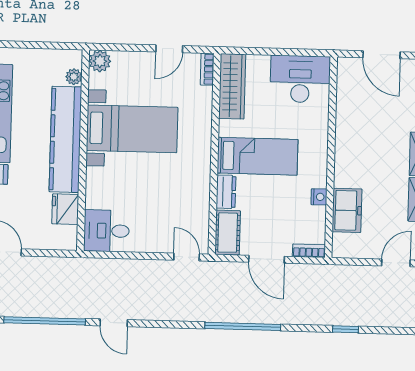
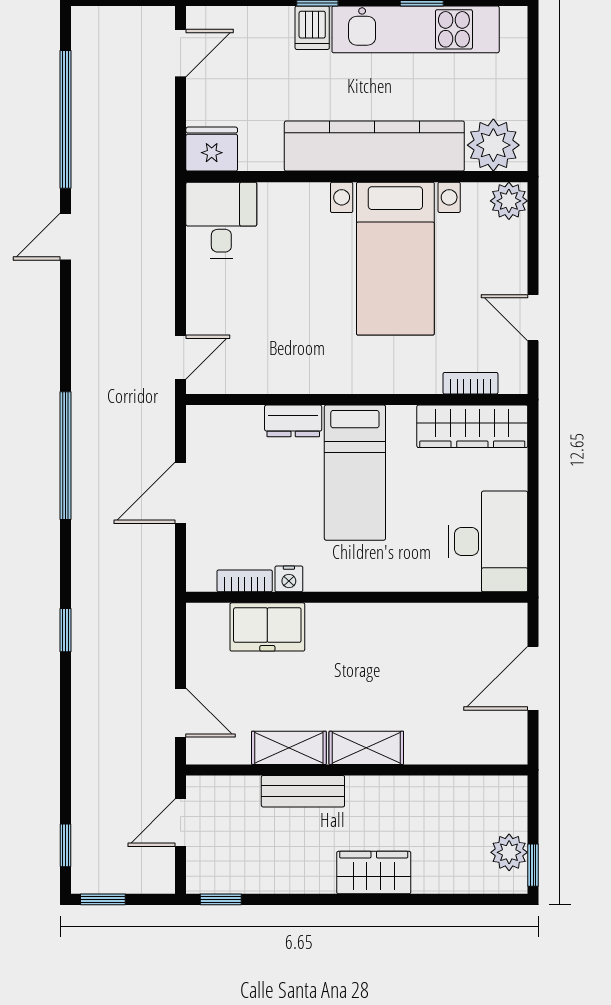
bookcase: (207, 69) -> (470, 383), moved
plant: (74, 77) -> (493, 145), width x1.88, depth x1.88
fridge: (65, 209) -> (212, 149), moved
cot: (228, 233) -> (224, 426), removed
bookcase: (309, 251) -> (245, 581), moved, turned -90

